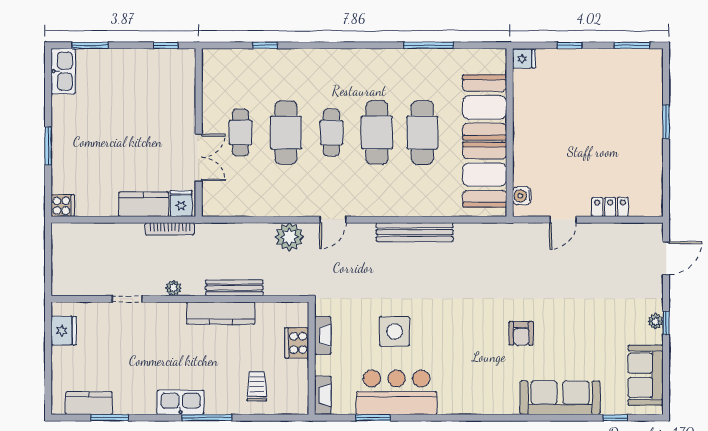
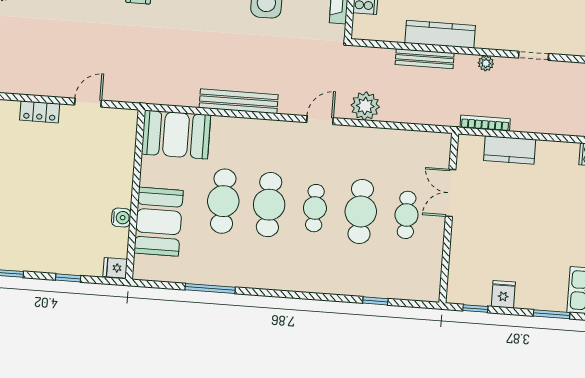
booth: (485, 175) -> (176, 135), moved, turned 90
water cooler: (522, 196) -> (121, 218), moved
fridge: (181, 204) -> (503, 294), moved, turned 180

